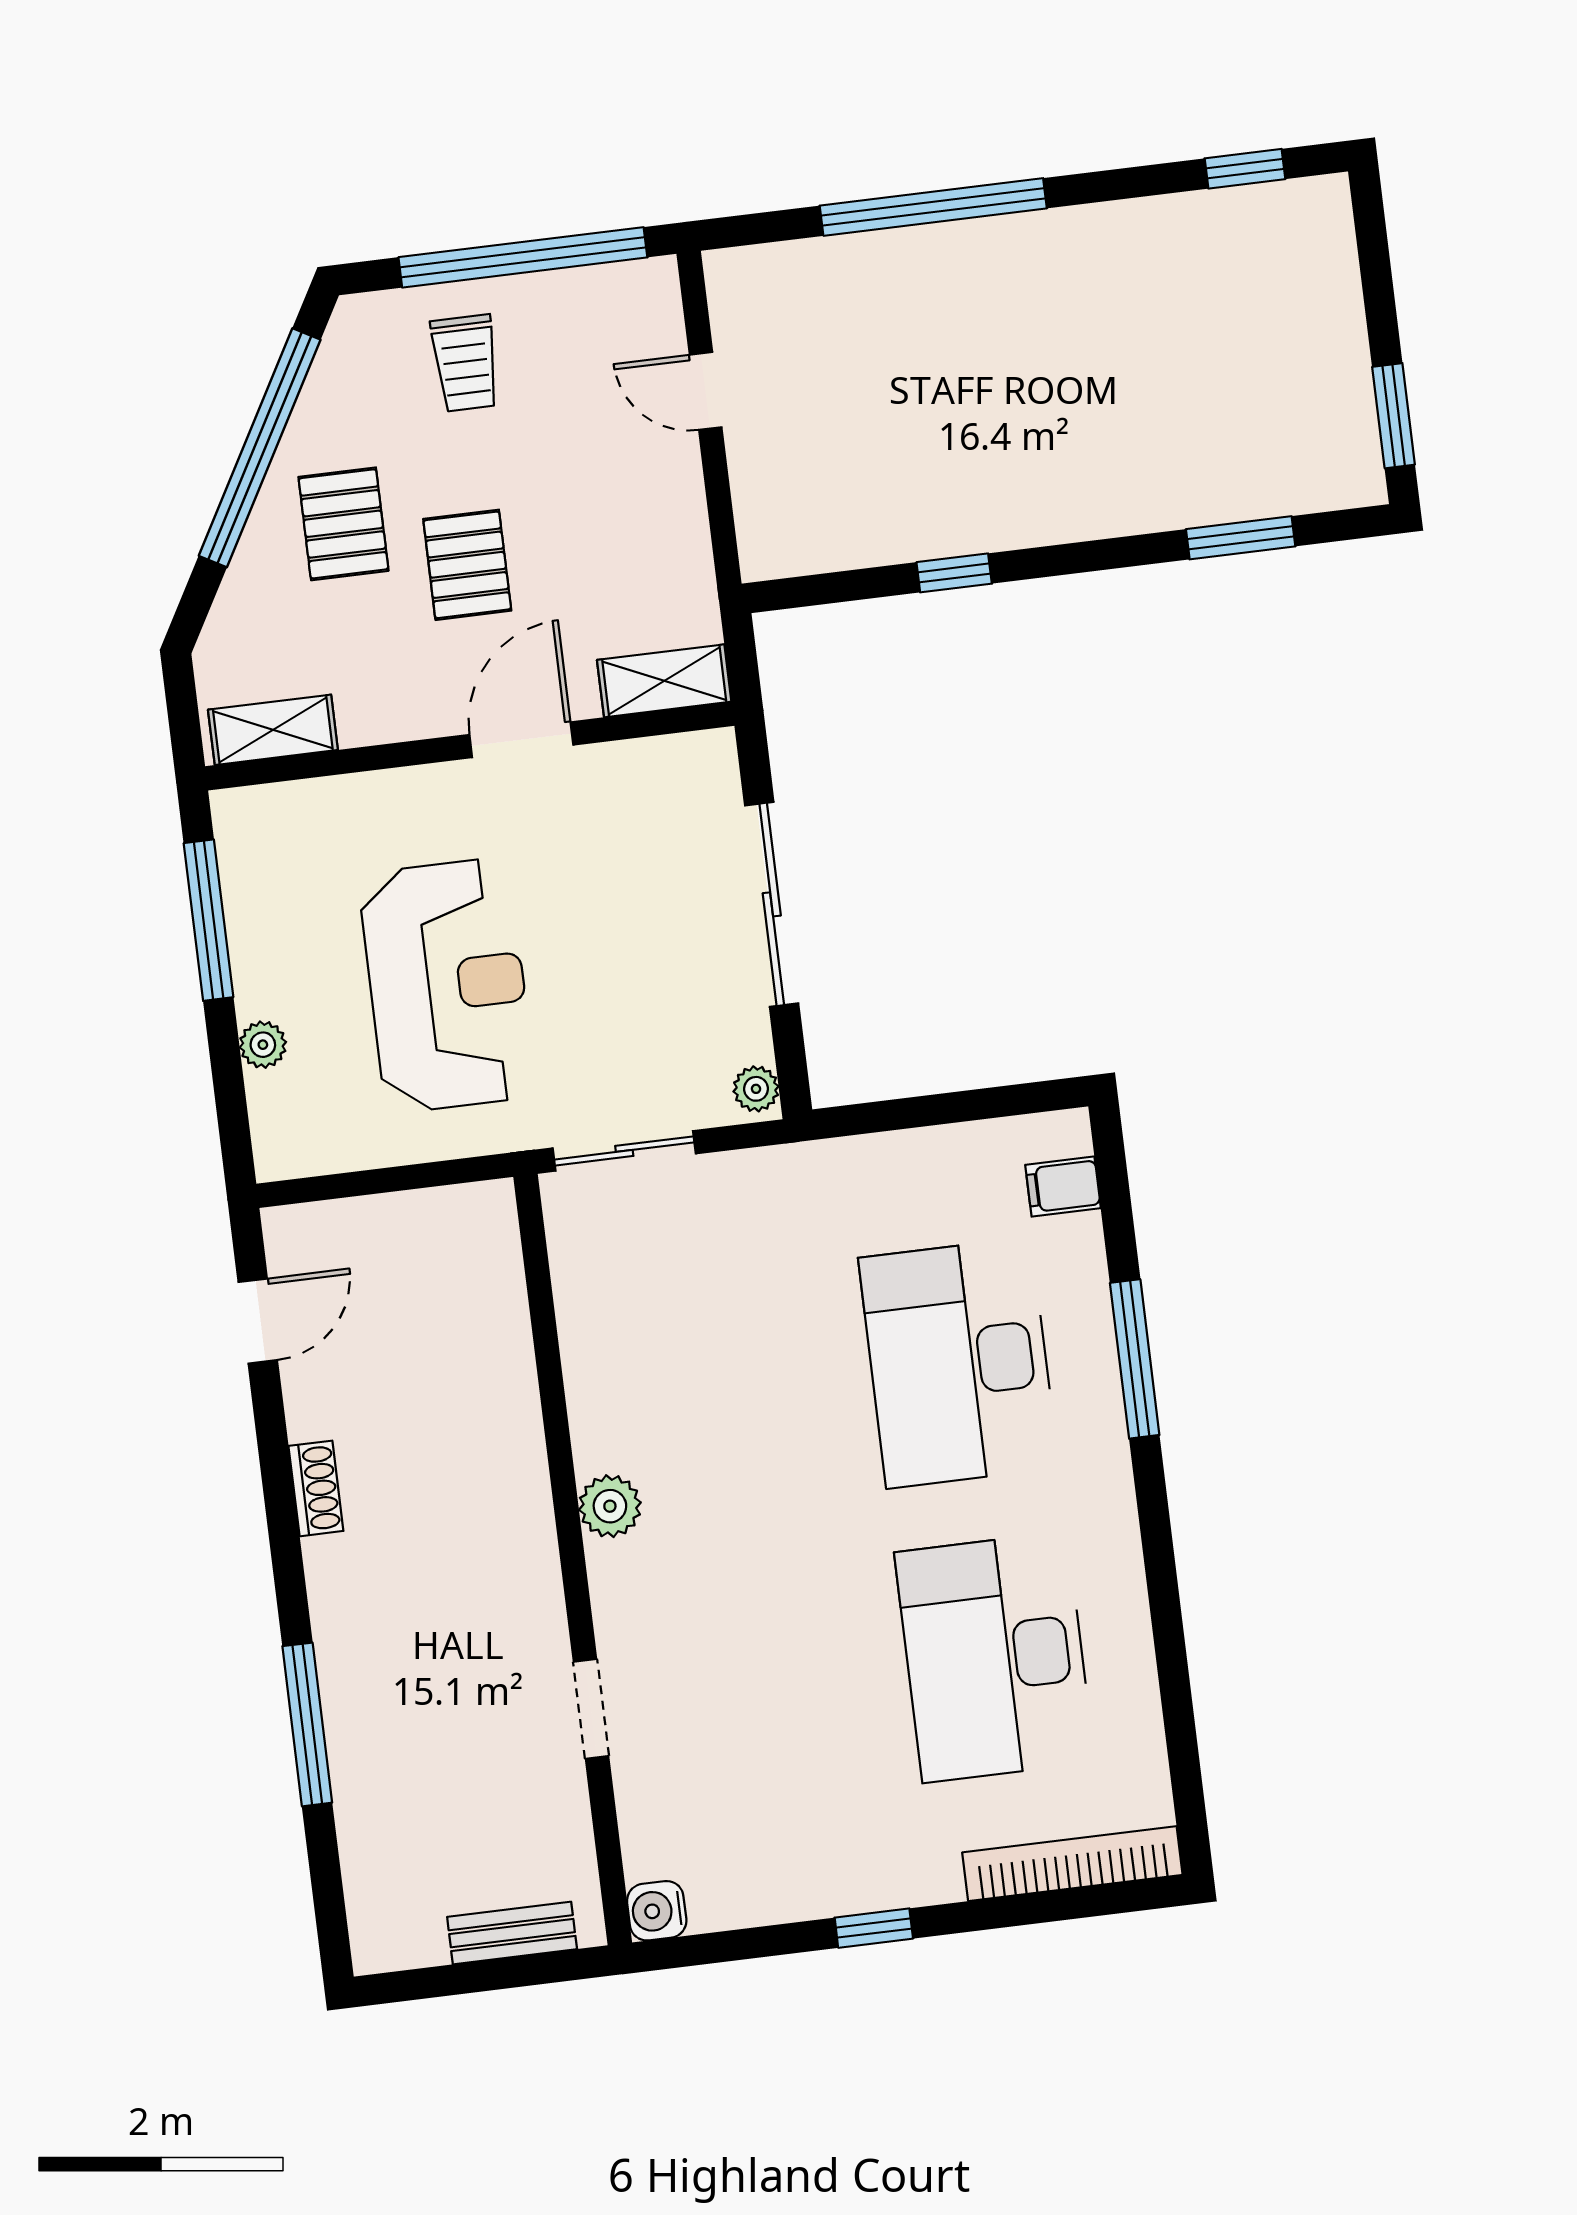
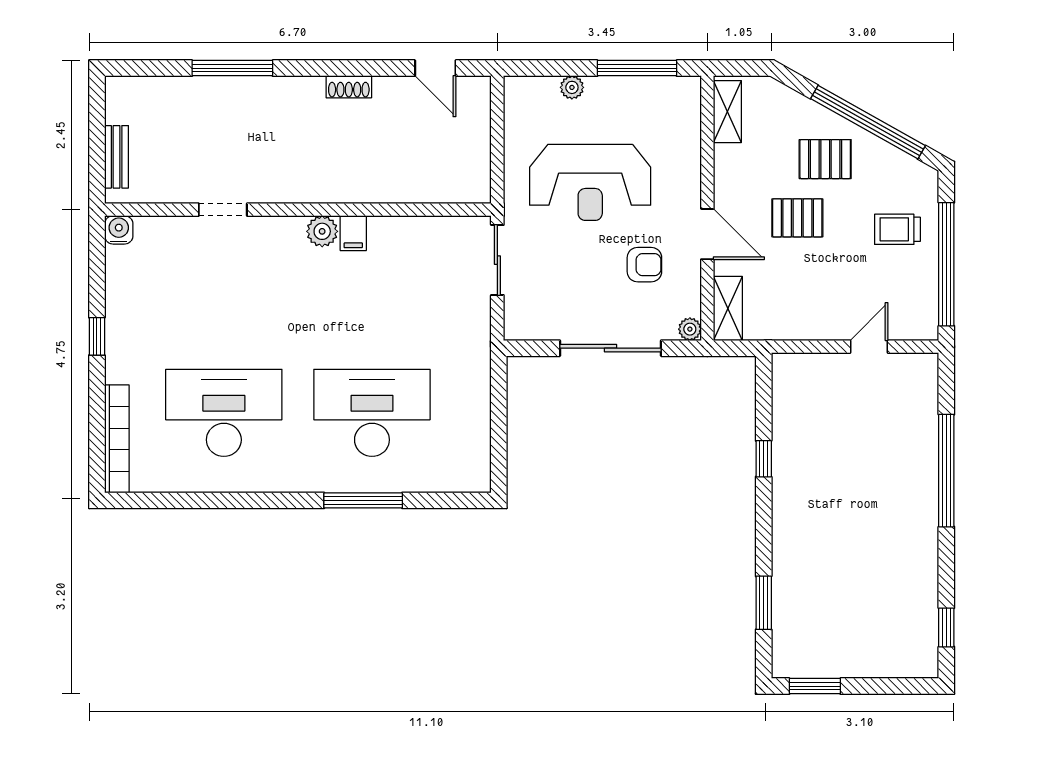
armchair: (597, 857) -> (644, 265), added
plant: (756, 1089) -> (690, 329), moved
filing cabinet: (1063, 1186) -> (353, 233), moved, turned 180

